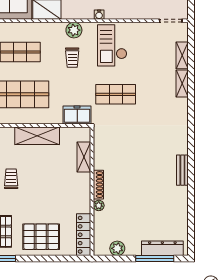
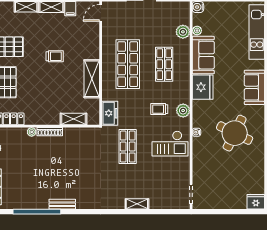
checkout: (112, 45) -> (170, 144), turned 180
shelving: (182, 55) -> (161, 204), removed
window: (191, 199) -> (37, 212), added

